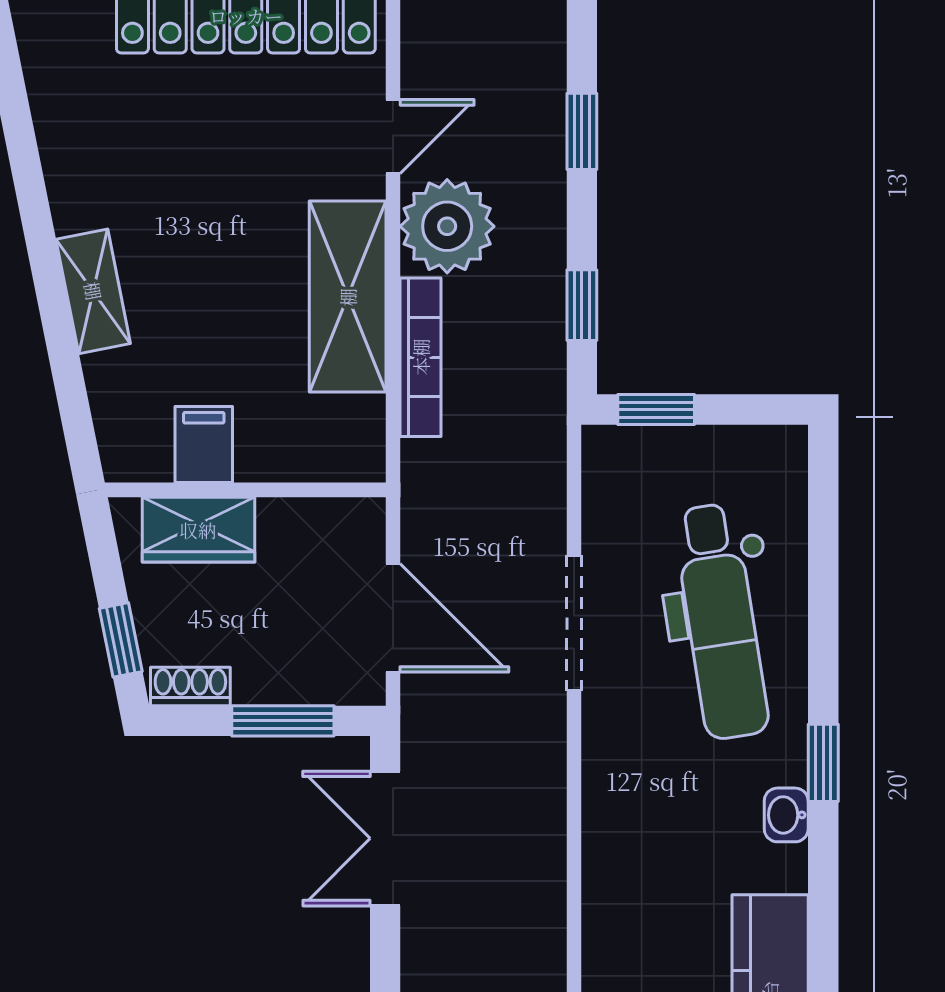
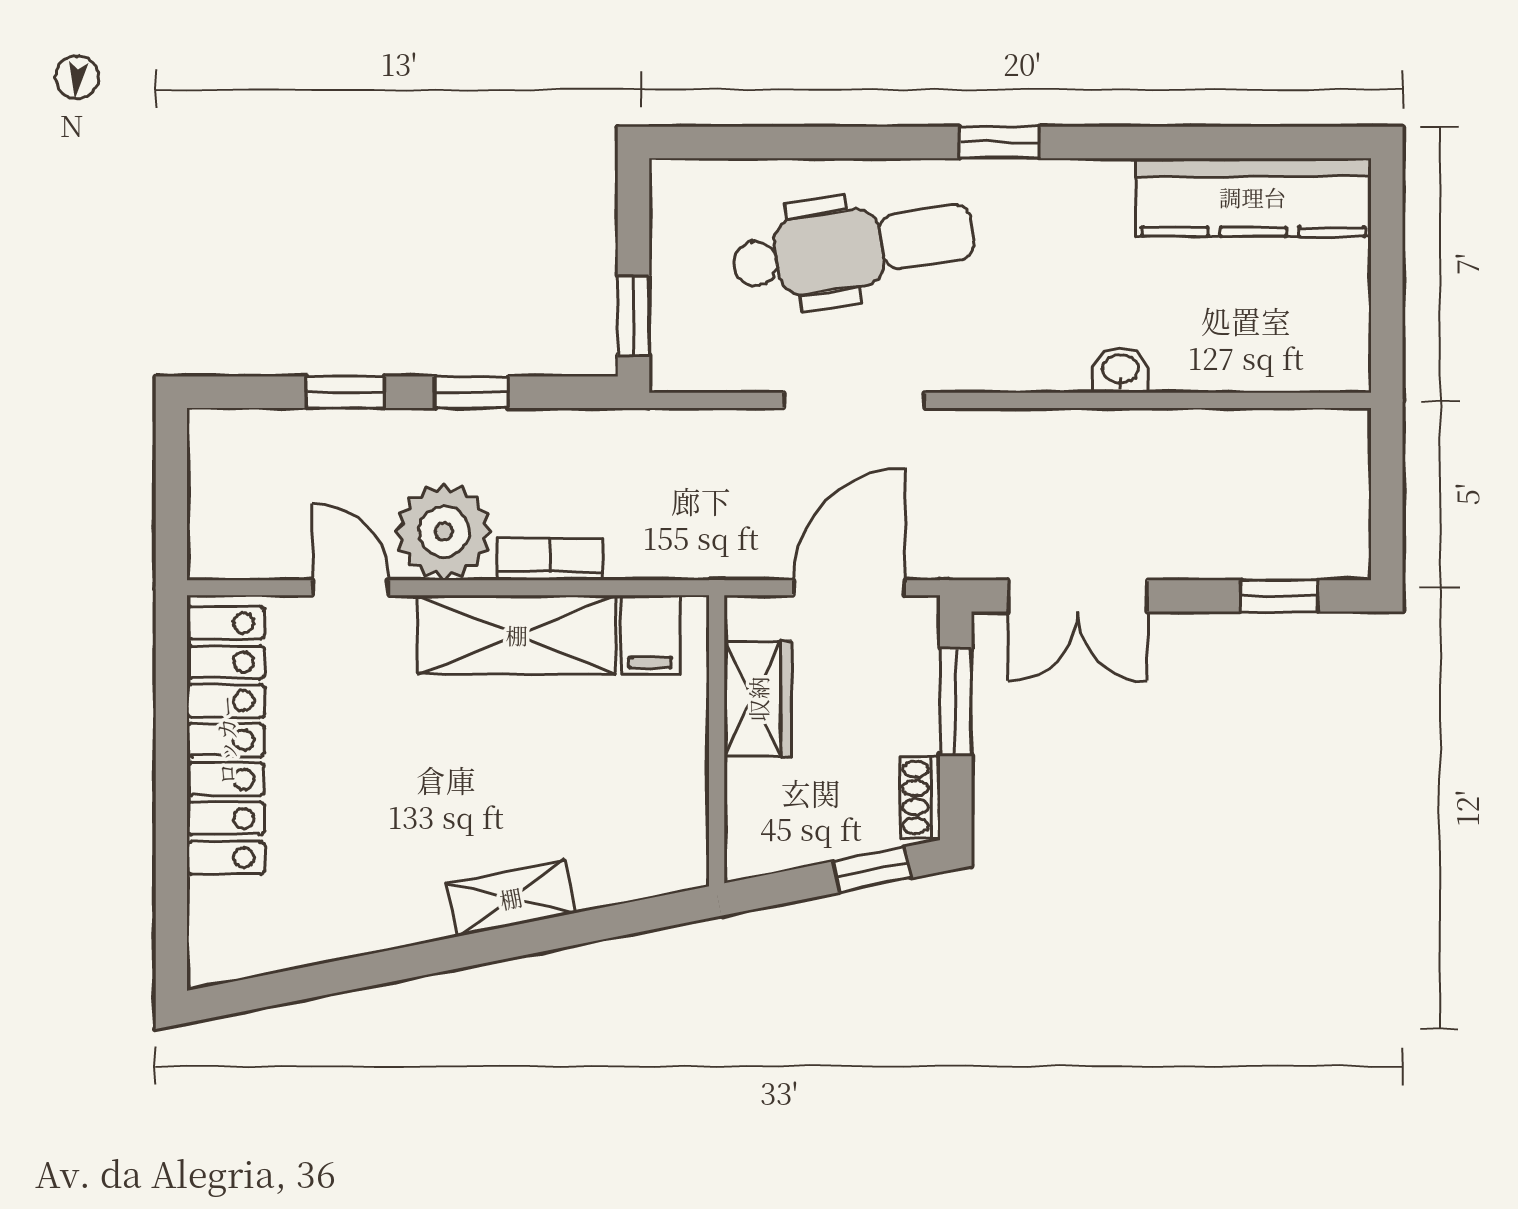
window: (582, 305) -> (471, 392), moved
bookcase: (421, 357) -> (550, 559), width x0.64
filing cabinet: (204, 444) -> (650, 635), moved, turned -90
wardrobe: (198, 530) -> (758, 699), moved
washbasin: (786, 815) -> (1120, 370), moved, turned 180

